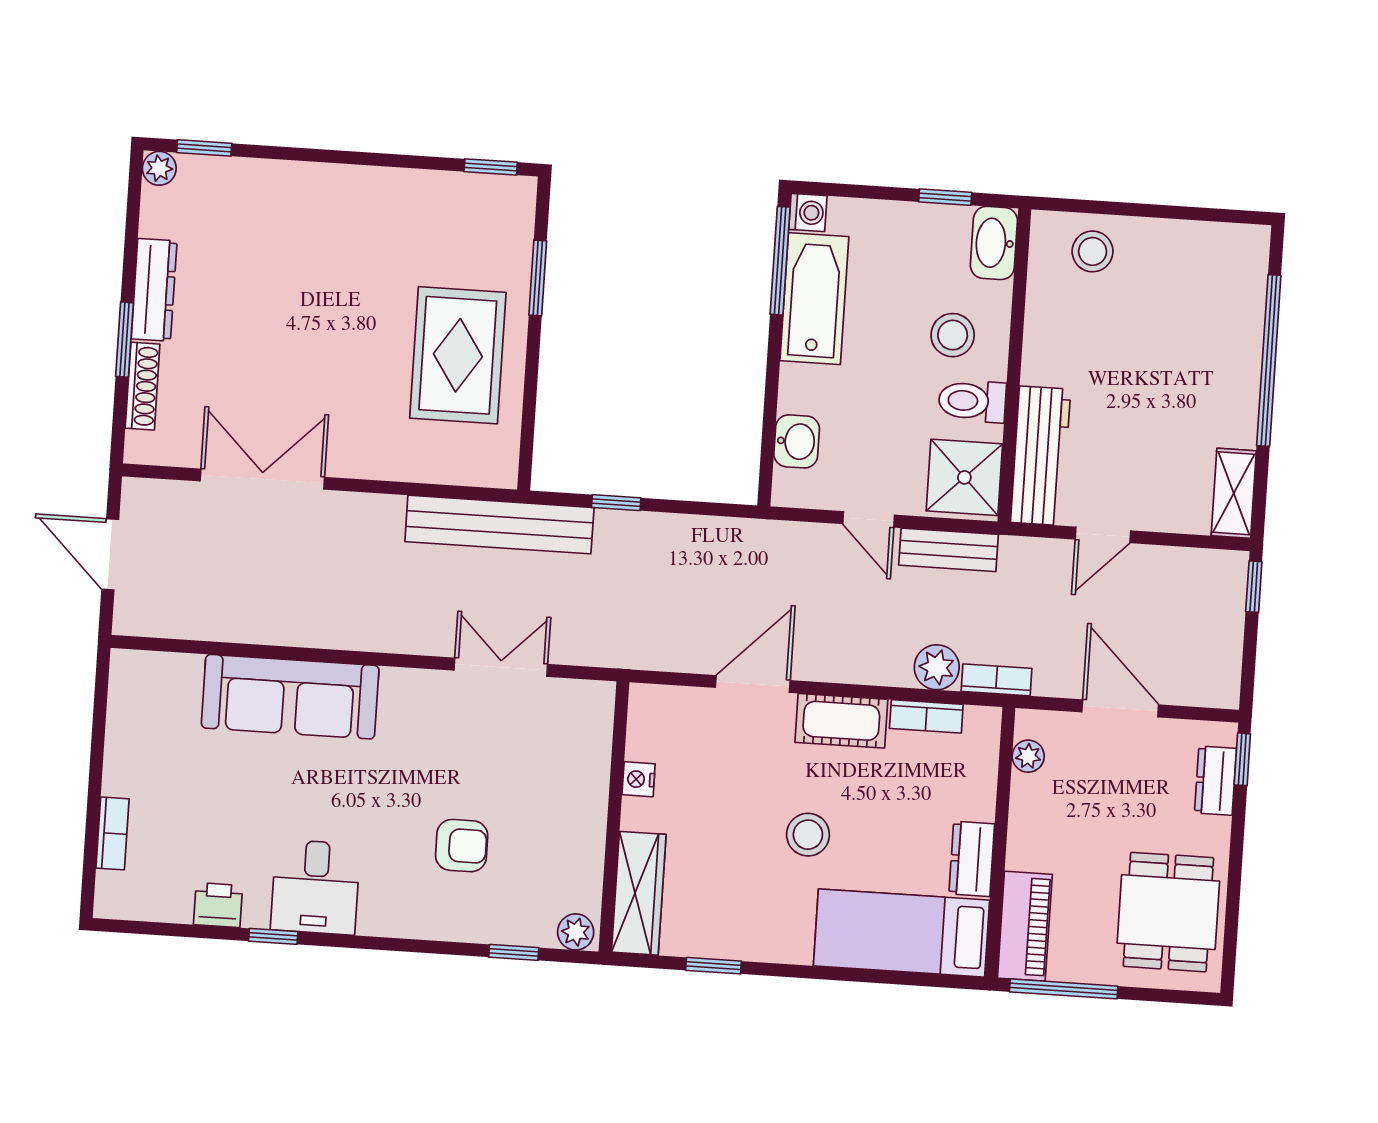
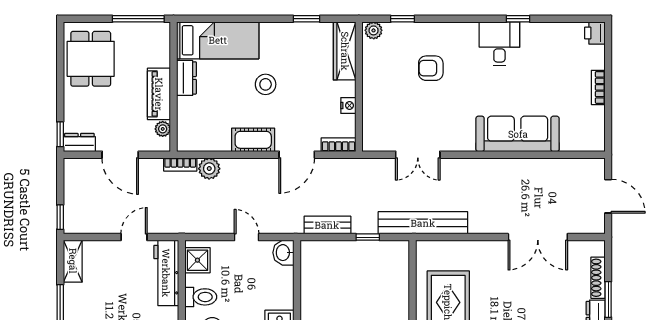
washbasin: (797, 441) -> (283, 253), moved
shower: (964, 477) -> (197, 260), width x0.73, depth x0.73
bench: (949, 550) -> (327, 225), moved
bookcase: (926, 716) -> (338, 145), moved
dresser: (1216, 781) -> (79, 143), moved, turned -90
bookcase: (112, 833) -> (598, 87), moved
printer: (218, 905) -> (595, 33), moved, turned 90
piano: (1025, 926) -> (159, 94), moved

